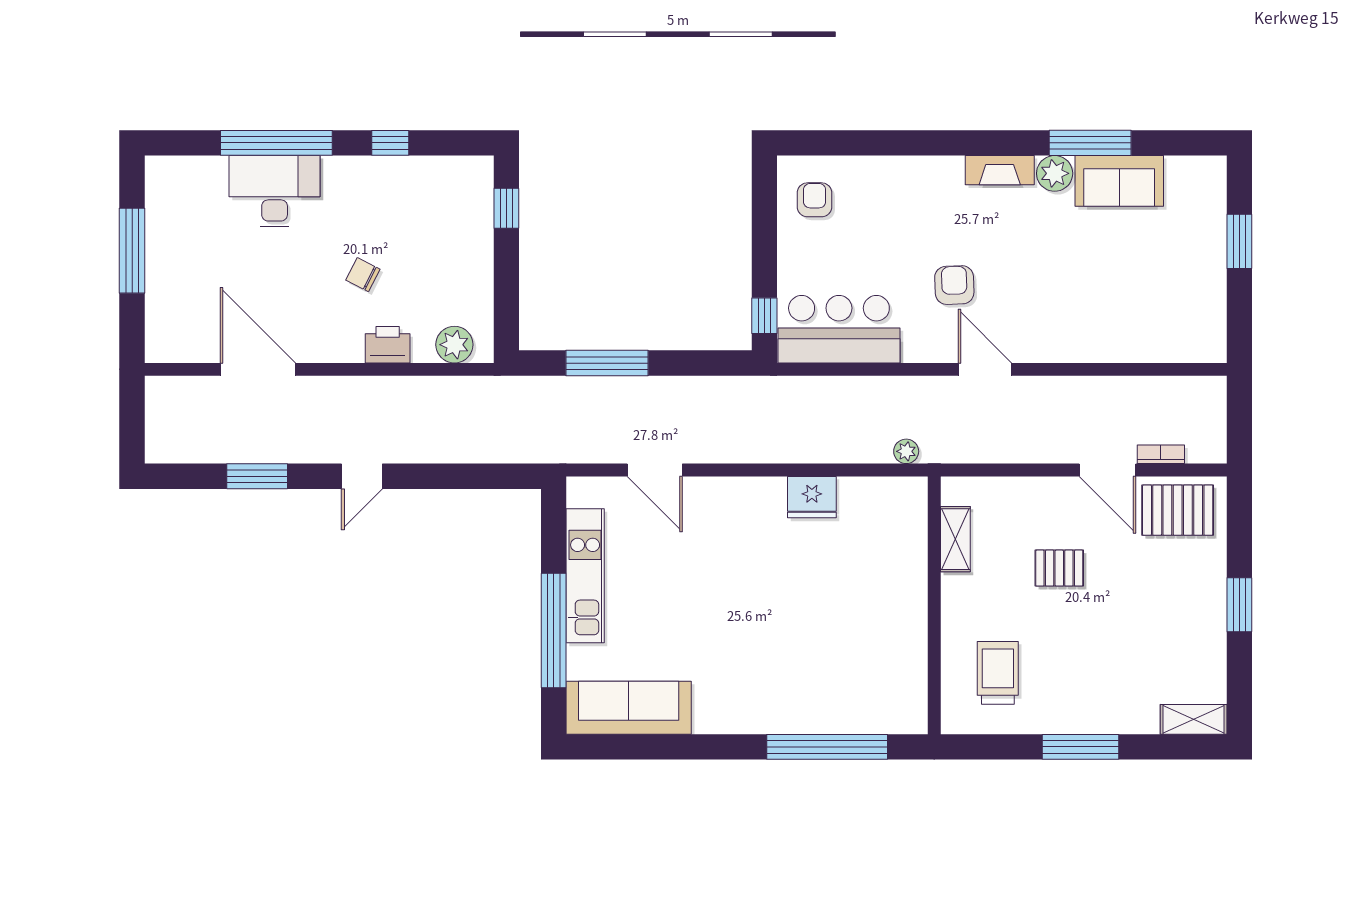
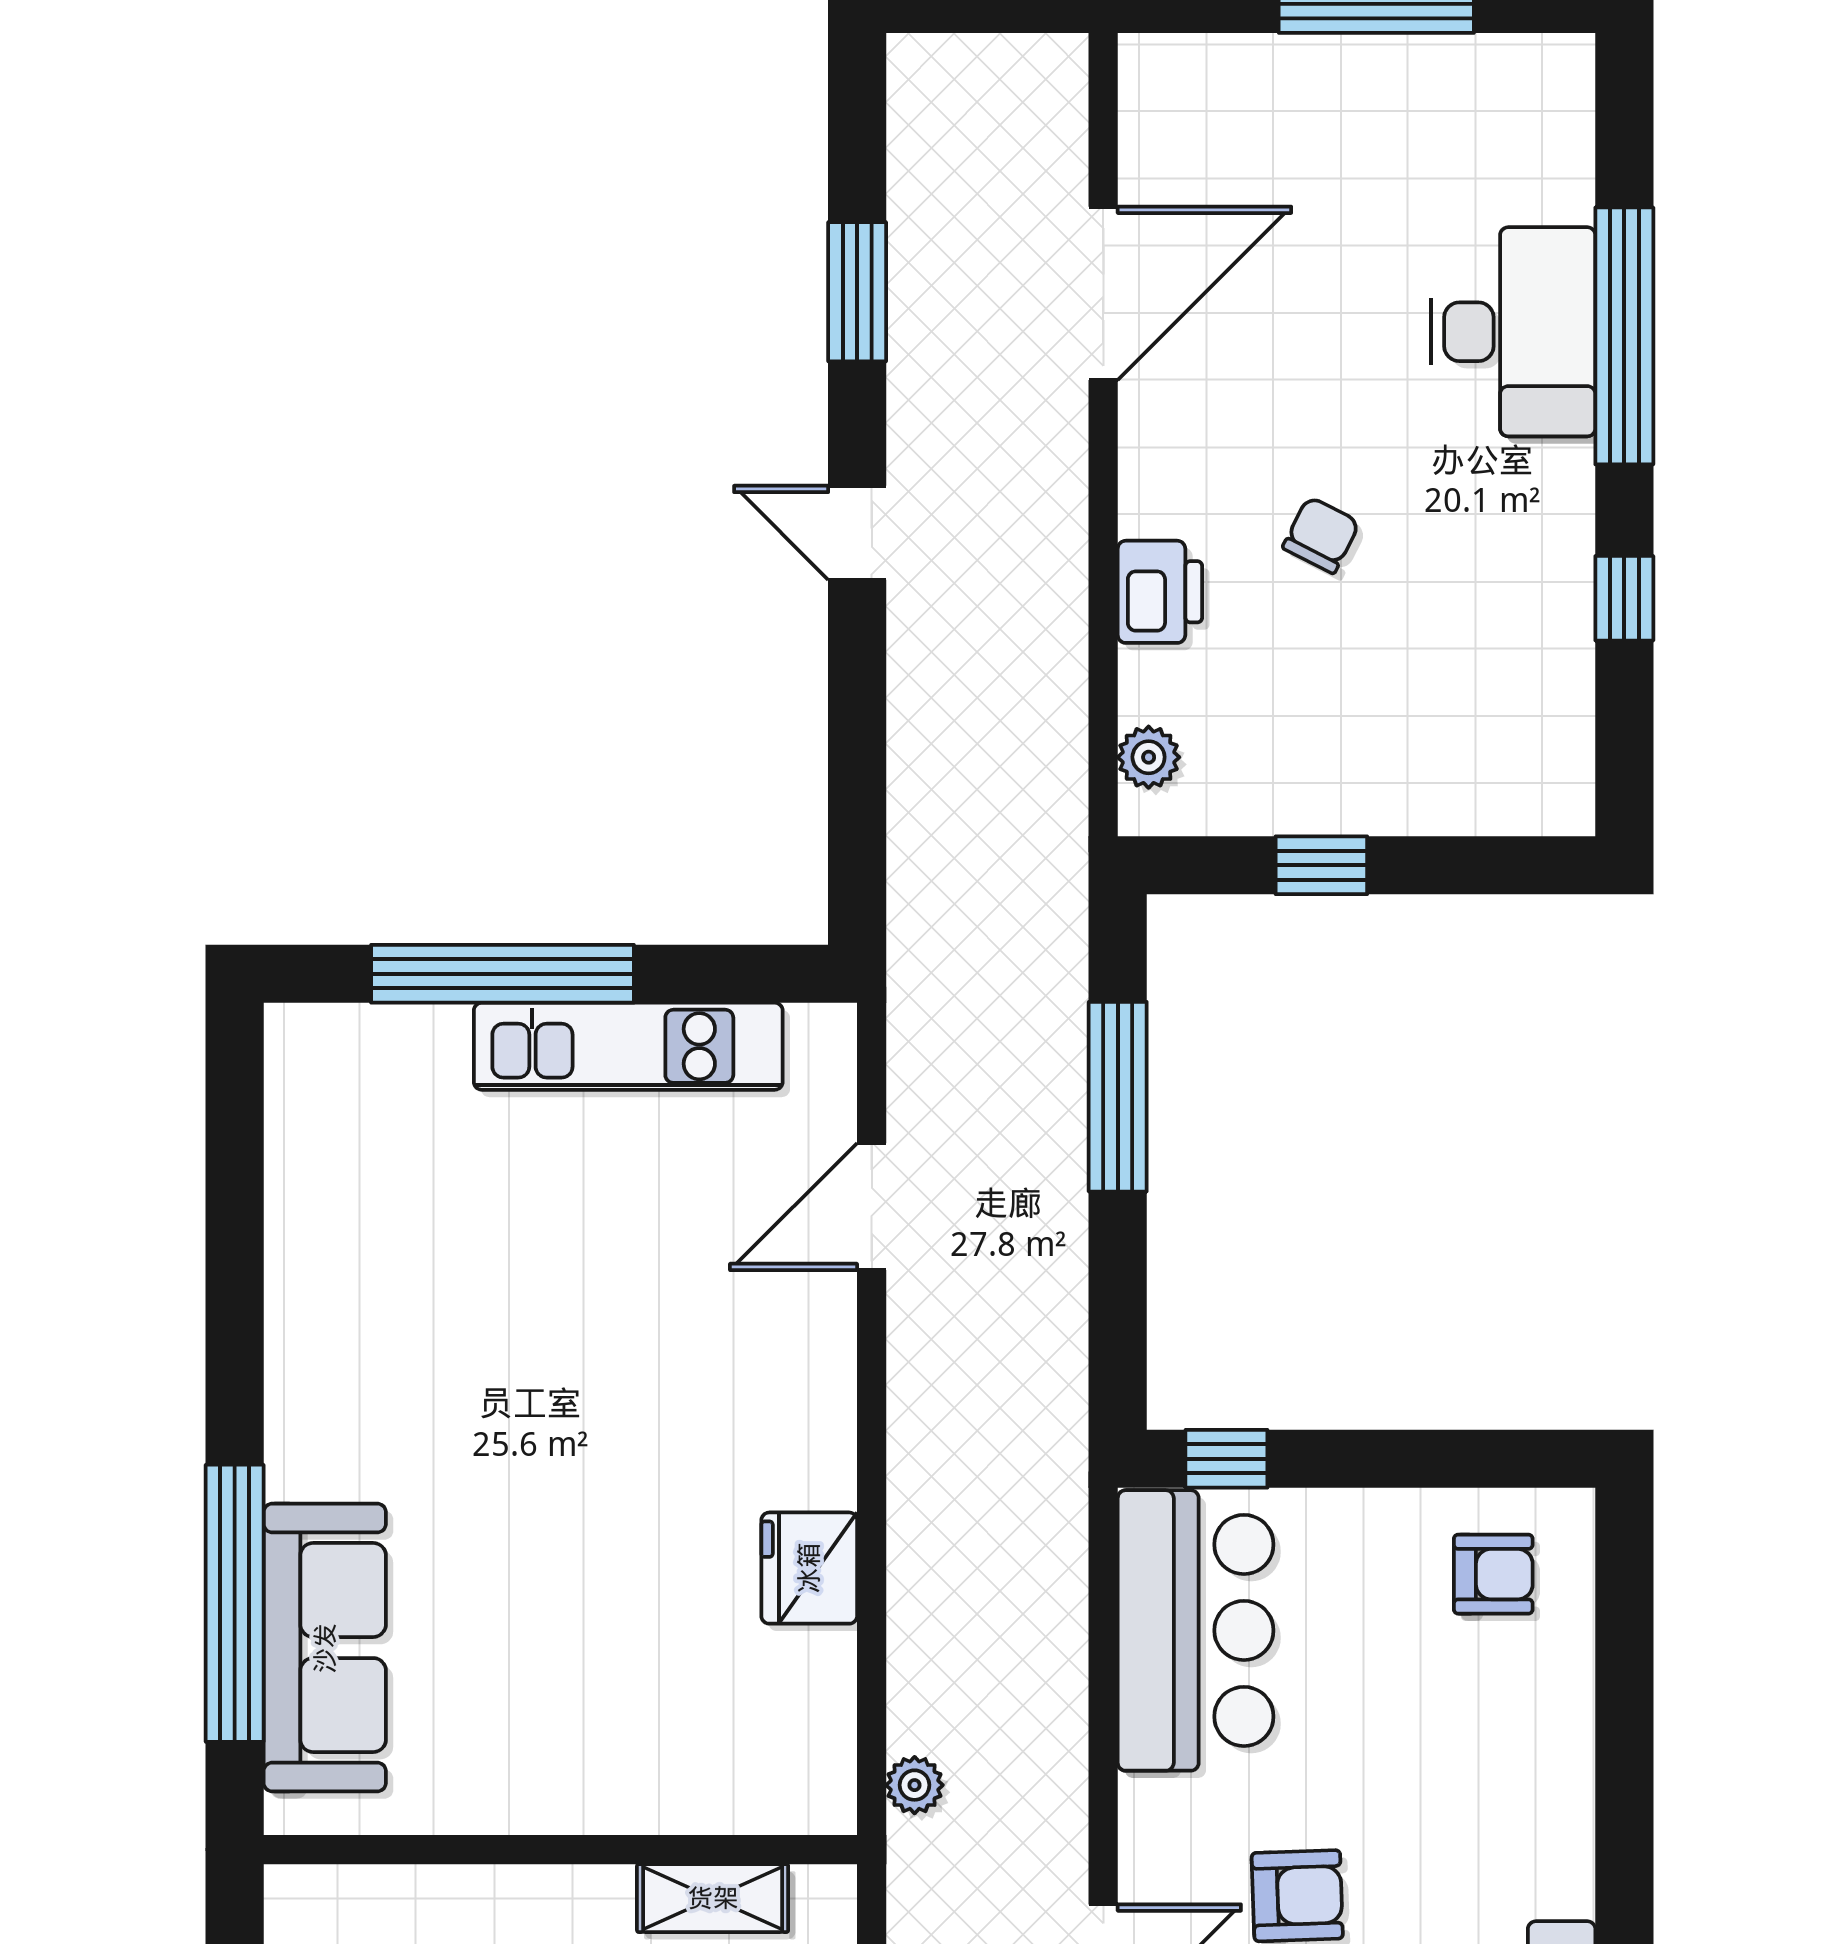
window: (506, 208) -> (1321, 865), moved
plant: (454, 345) -> (1149, 757), width x0.73, depth x0.73
sofa: (629, 708) -> (325, 1648), moved

